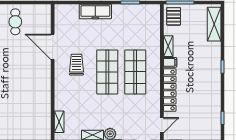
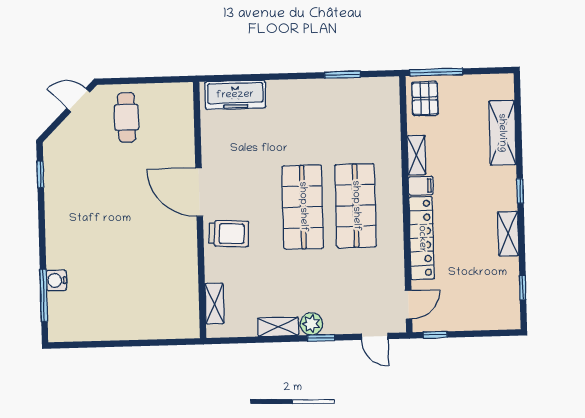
freezer: (95, 12) -> (235, 95), moved
shelving: (214, 24) -> (502, 133), moved
door: (53, 47) -> (199, 192), moved
trolley: (77, 65) -> (229, 234), moved, turned 93
shelving: (216, 89) -> (508, 234), added

